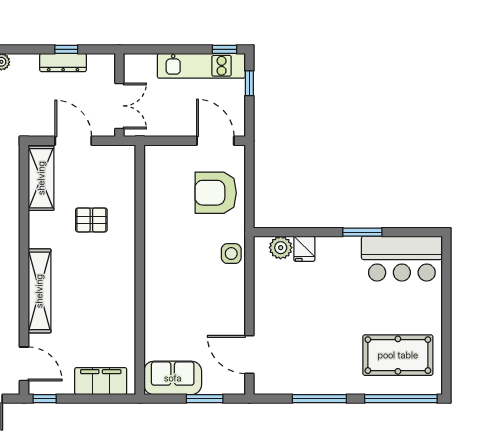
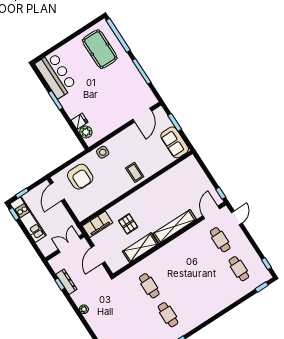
shelving: (41, 178) -> (140, 248), moved
coffee table: (166, 284) -> (135, 172), added
filing cabinet: (101, 381) -> (98, 224), moved, turned -90

